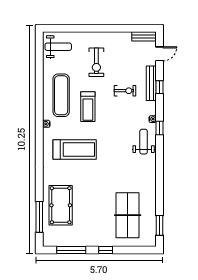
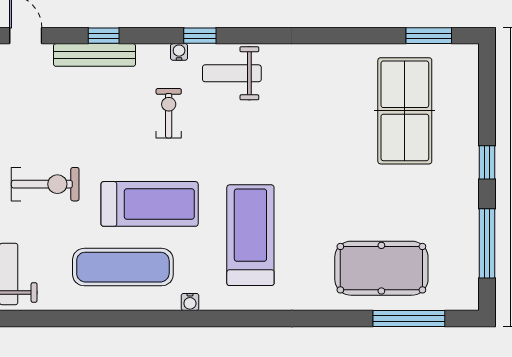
exercise bike: (125, 91) -> (169, 113), moved
treadmill: (88, 107) -> (150, 204), width x1.37, depth x1.38
table tennis table: (128, 215) -> (405, 111), turned 90

